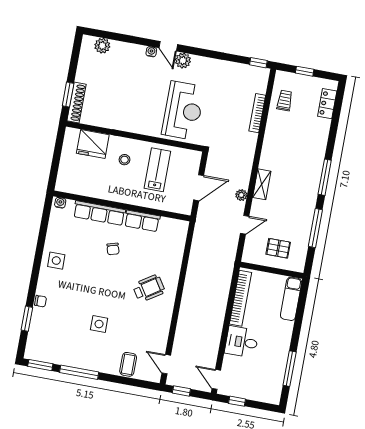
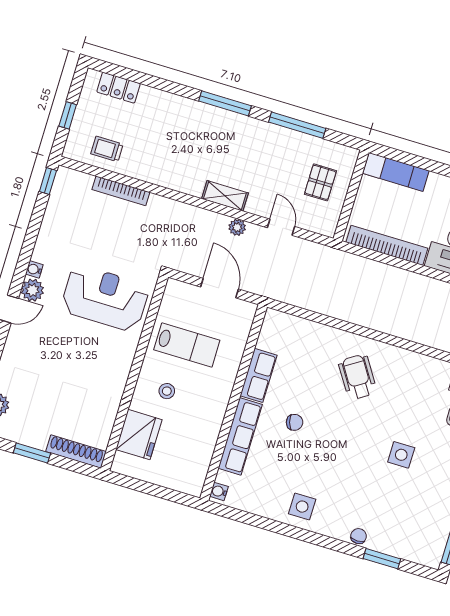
water cooler: (151, 52) -> (34, 269), moved
window: (68, 95) -> (32, 453), moved
lab bench: (157, 170) -> (187, 345), turned 180

